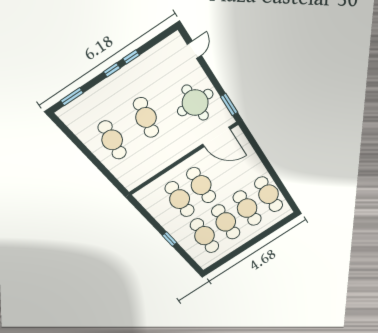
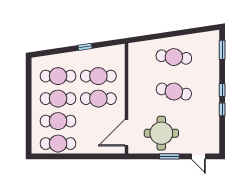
window: (229, 105) -> (169, 156), moved
window: (170, 239) -> (85, 47), moved

